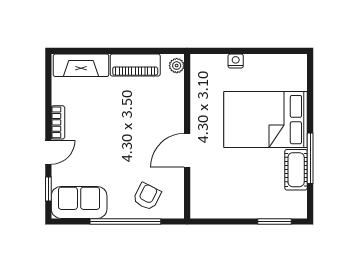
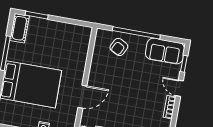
door: (187, 150) -> (82, 97), moved
door: (48, 152) -> (180, 88), hinge flipped
cot: (296, 170) -> (19, 28), moved

